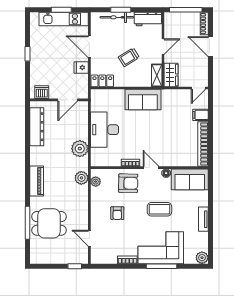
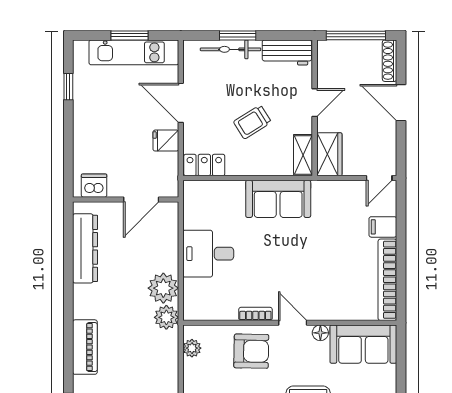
window: (28, 54) -> (68, 87), moved
desk: (105, 130) -> (208, 254), width x0.73
plant: (81, 178) -> (166, 317), moved

